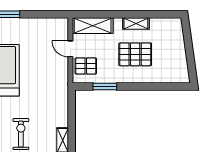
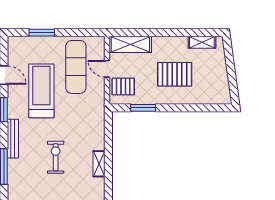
shelving: (136, 23) -> (202, 42), moved
exercise mat: (40, 47) -> (76, 67), added

